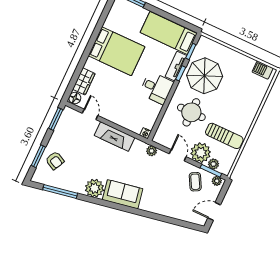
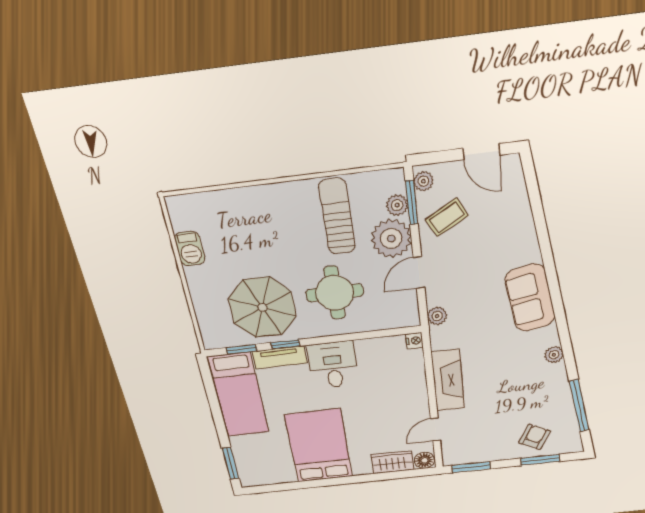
barbecue: (263, 70) -> (190, 249), moved
plant: (94, 188) -> (554, 355), width x0.53, depth x0.53
sofa: (123, 194) -> (530, 298), moved

